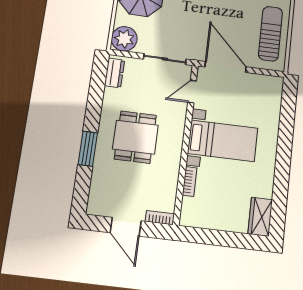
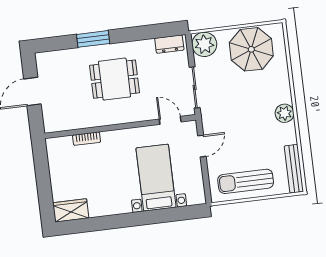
sun lounger: (270, 34) -> (246, 181), turned 180
door: (225, 67) -> (202, 146), width x0.53
bed with nightstands: (223, 141) -> (156, 178), moved, turned 180
bookcase: (160, 218) -> (48, 120), removed

